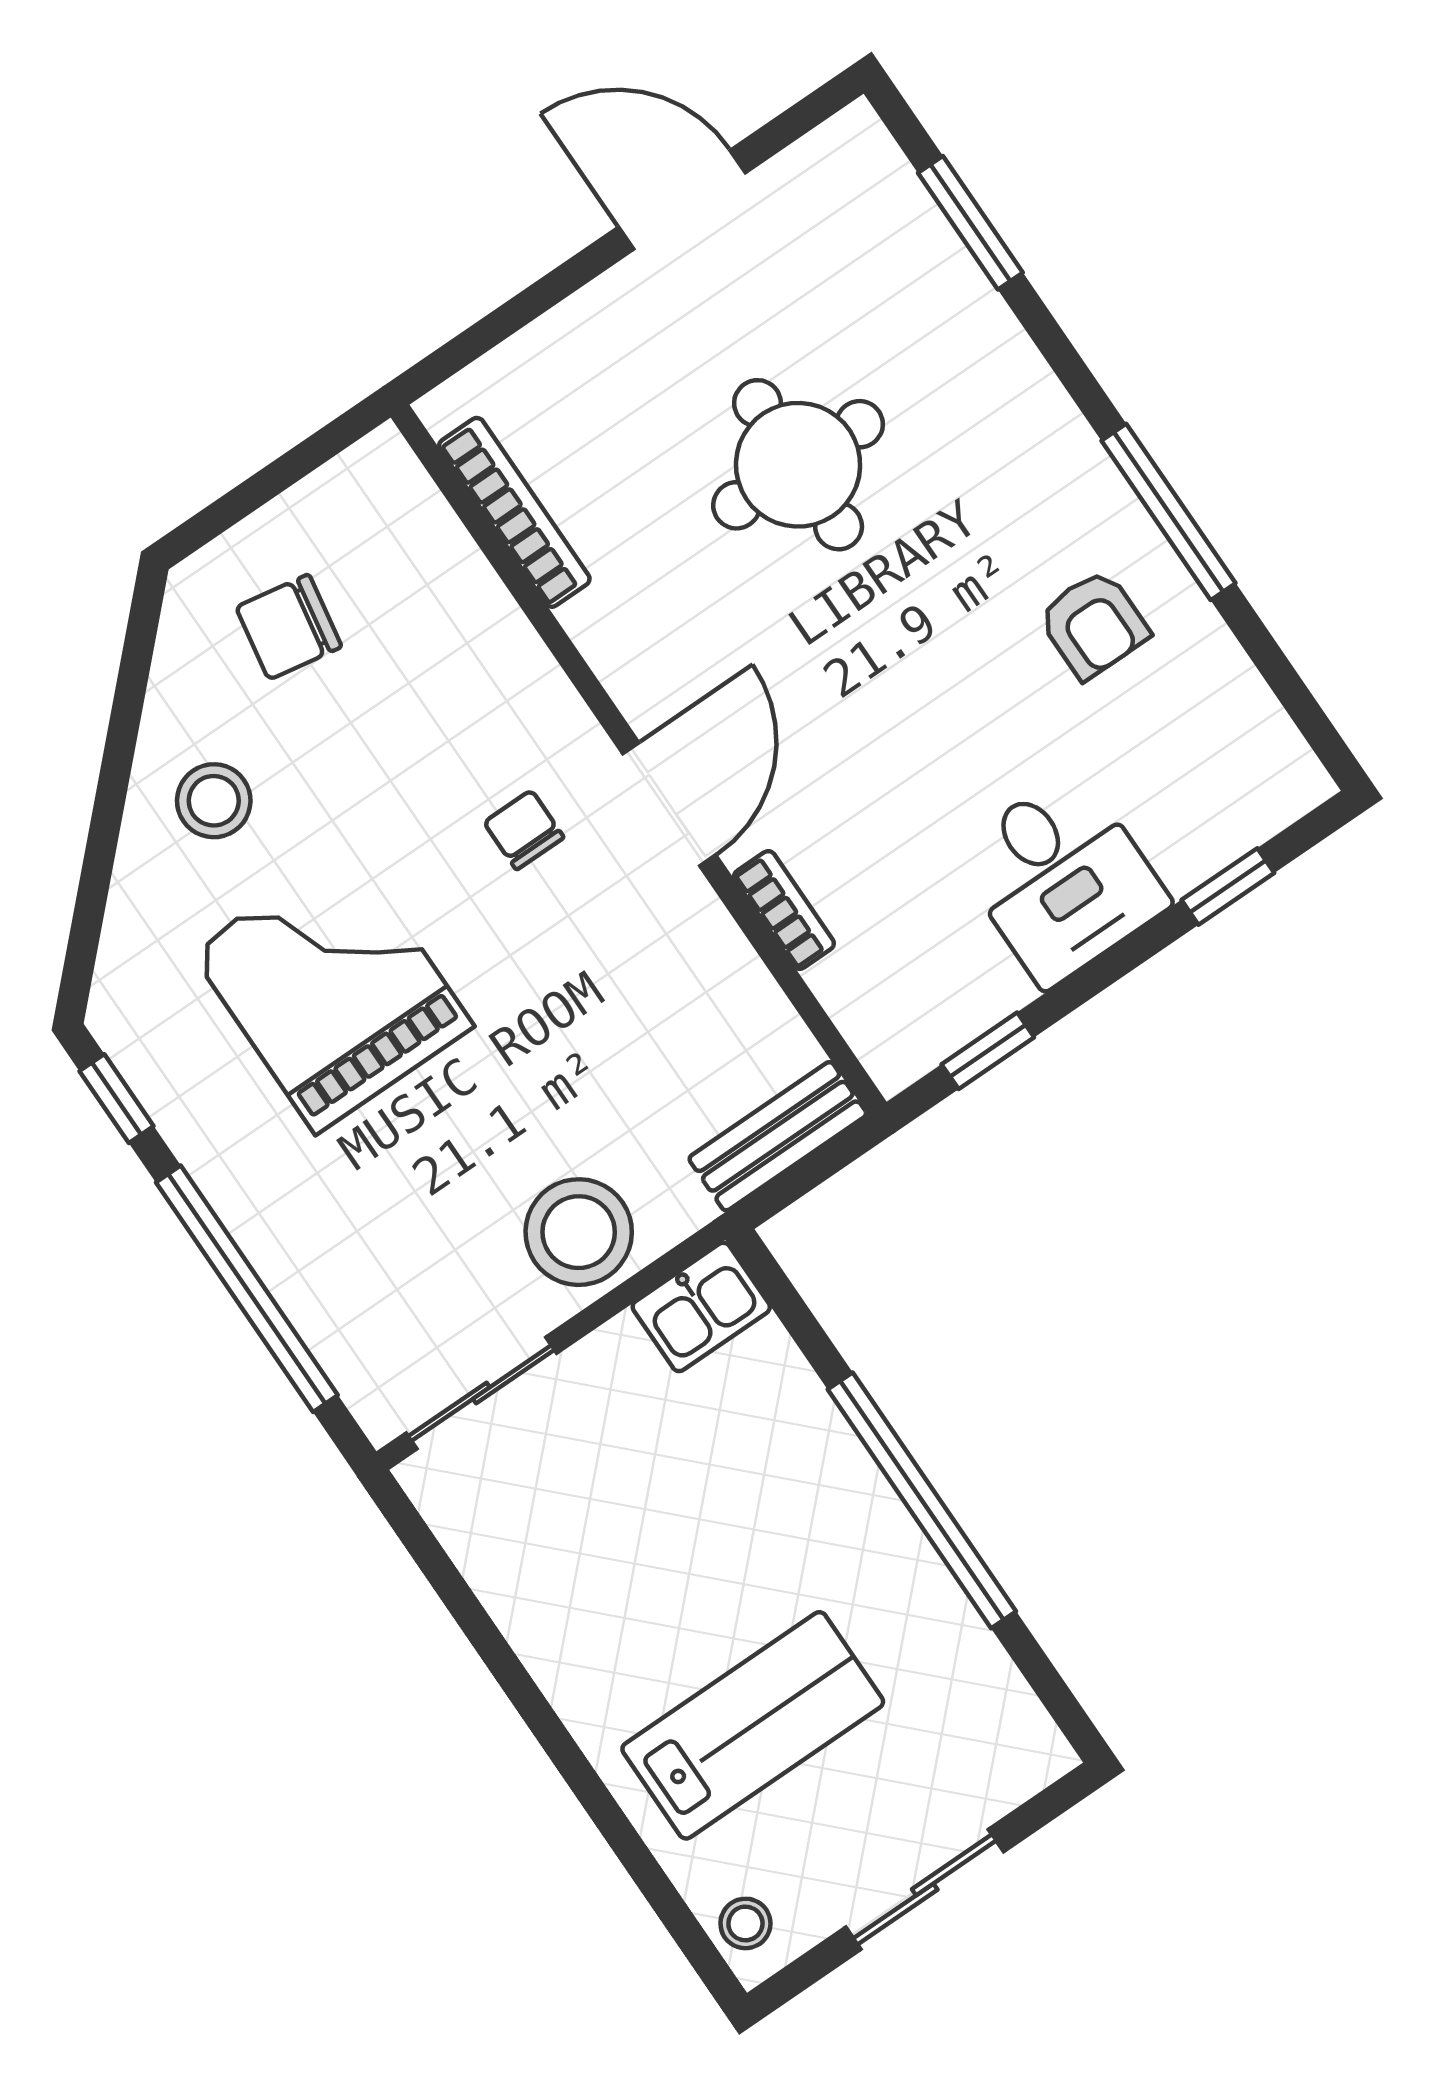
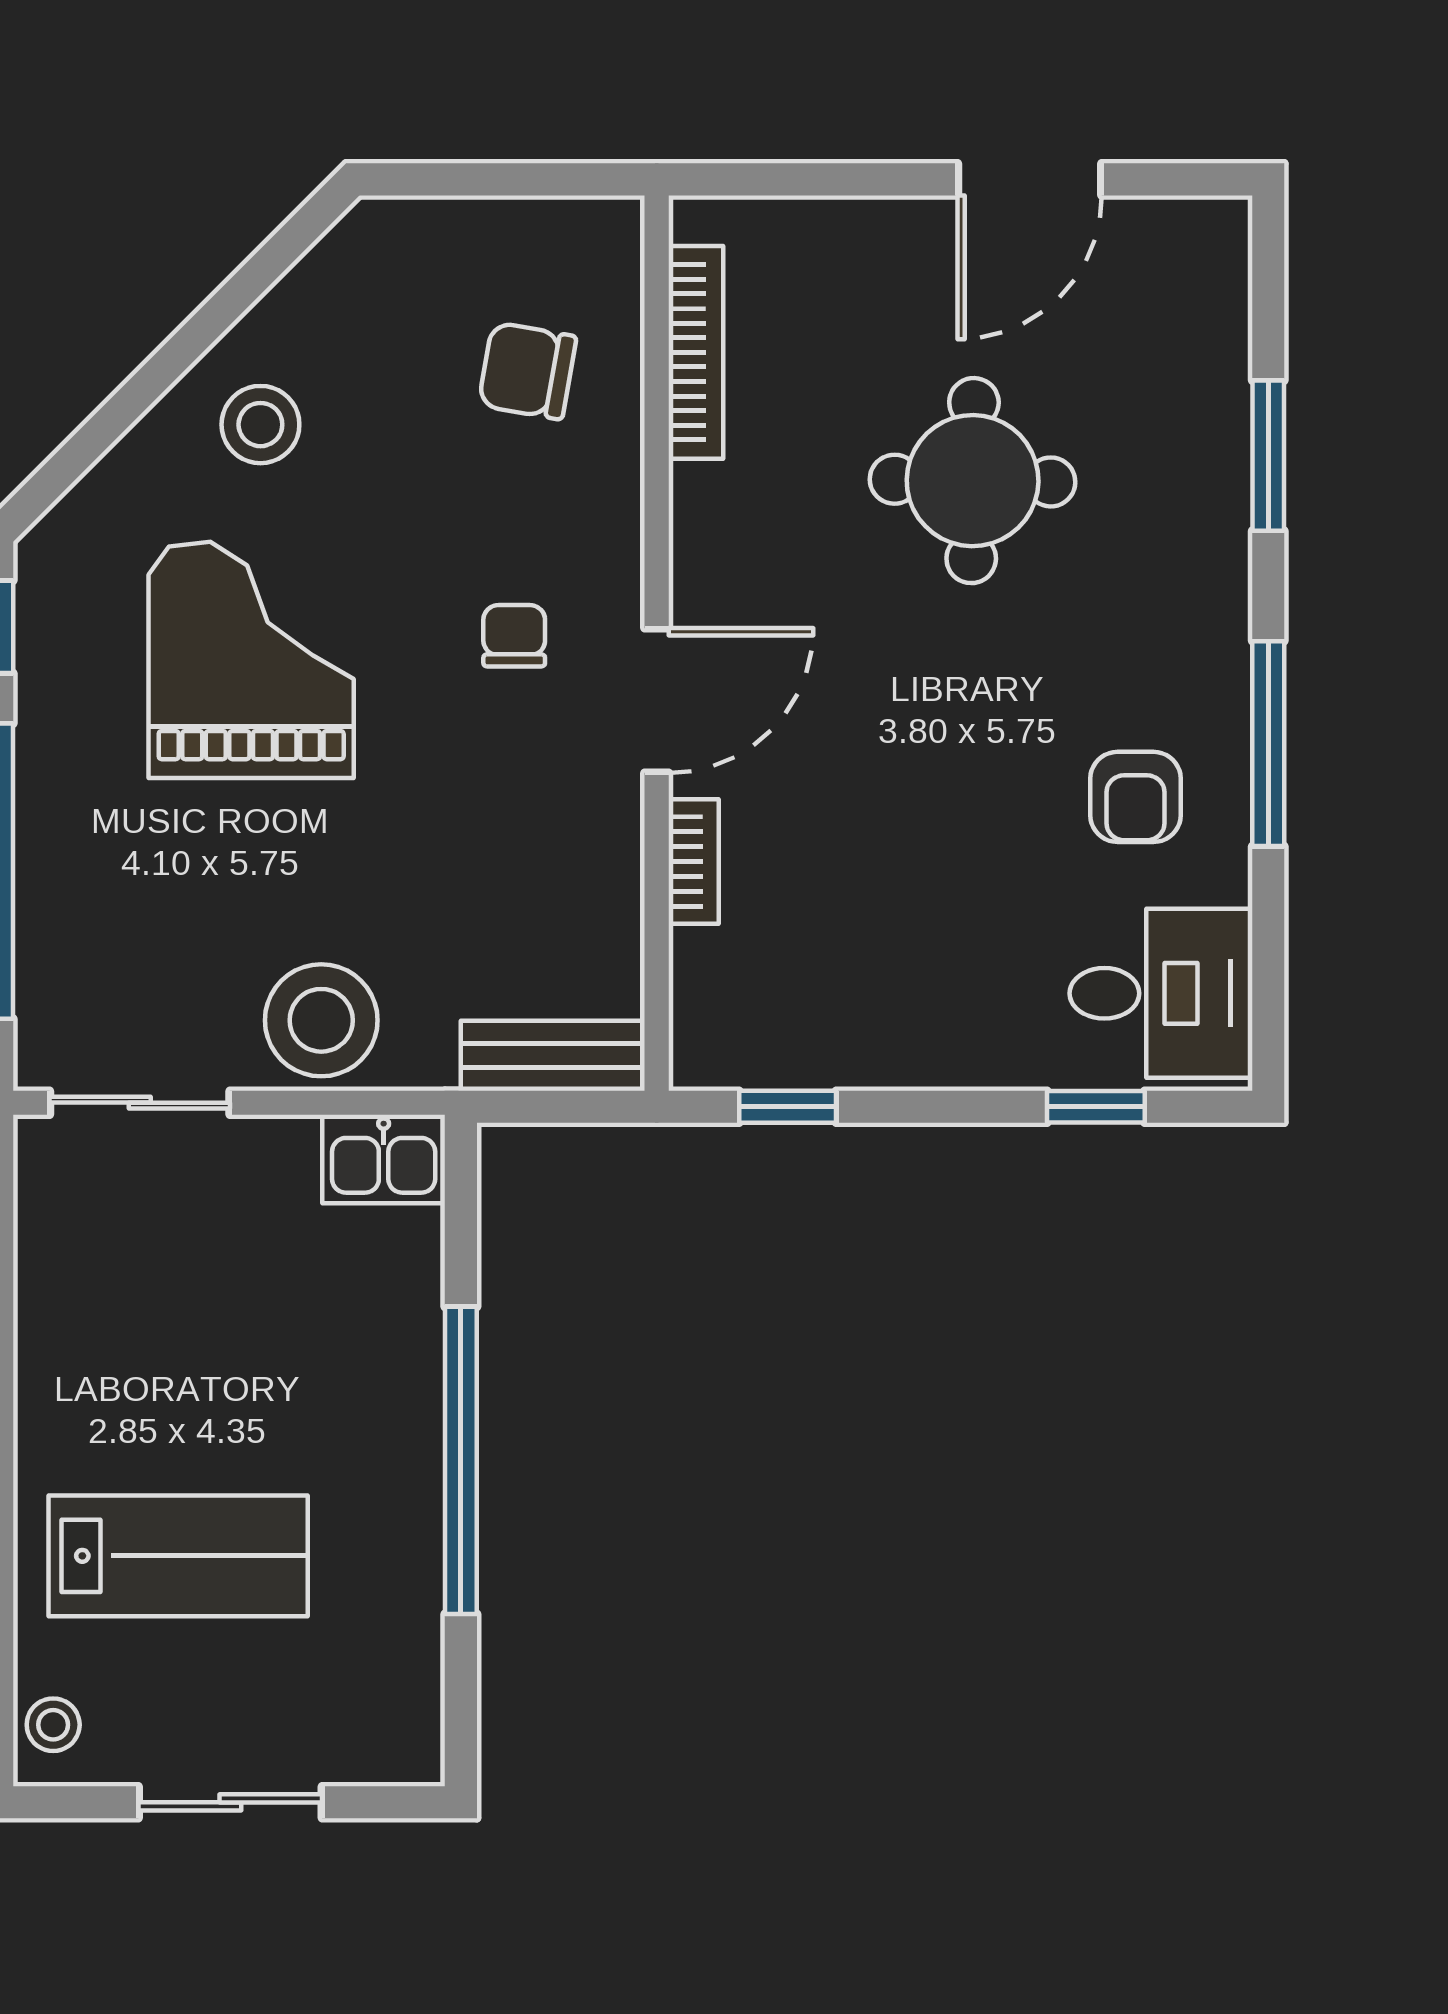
door: (682, 200) -> (1030, 179), swing flipped
window: (970, 223) -> (1268, 456), moved
chair: (289, 627) -> (527, 371), moved
desk: (1061, 878) -> (1161, 993), moved, turned -90

